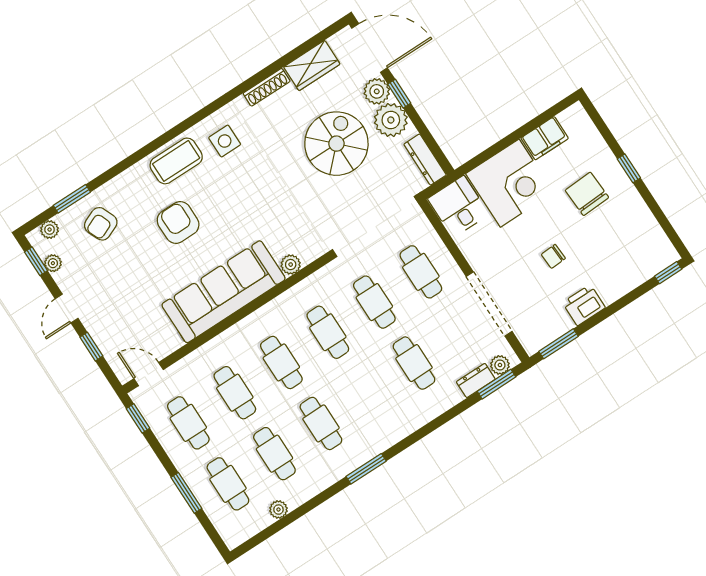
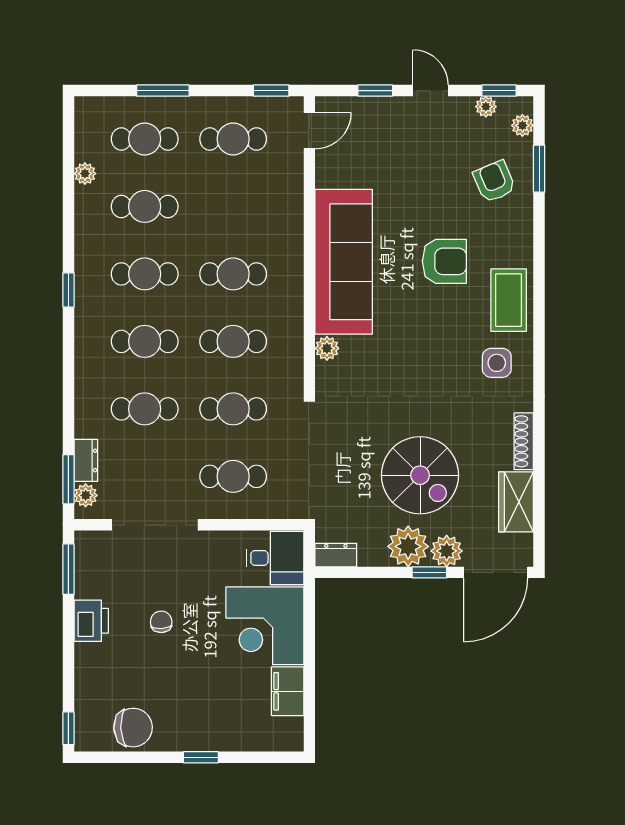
dresser: (425, 160) -> (336, 555), width x0.70
chair: (587, 194) -> (133, 728), moved
cafe table: (235, 393) -> (145, 341), moved
window: (366, 469) -> (68, 290), width x0.67

